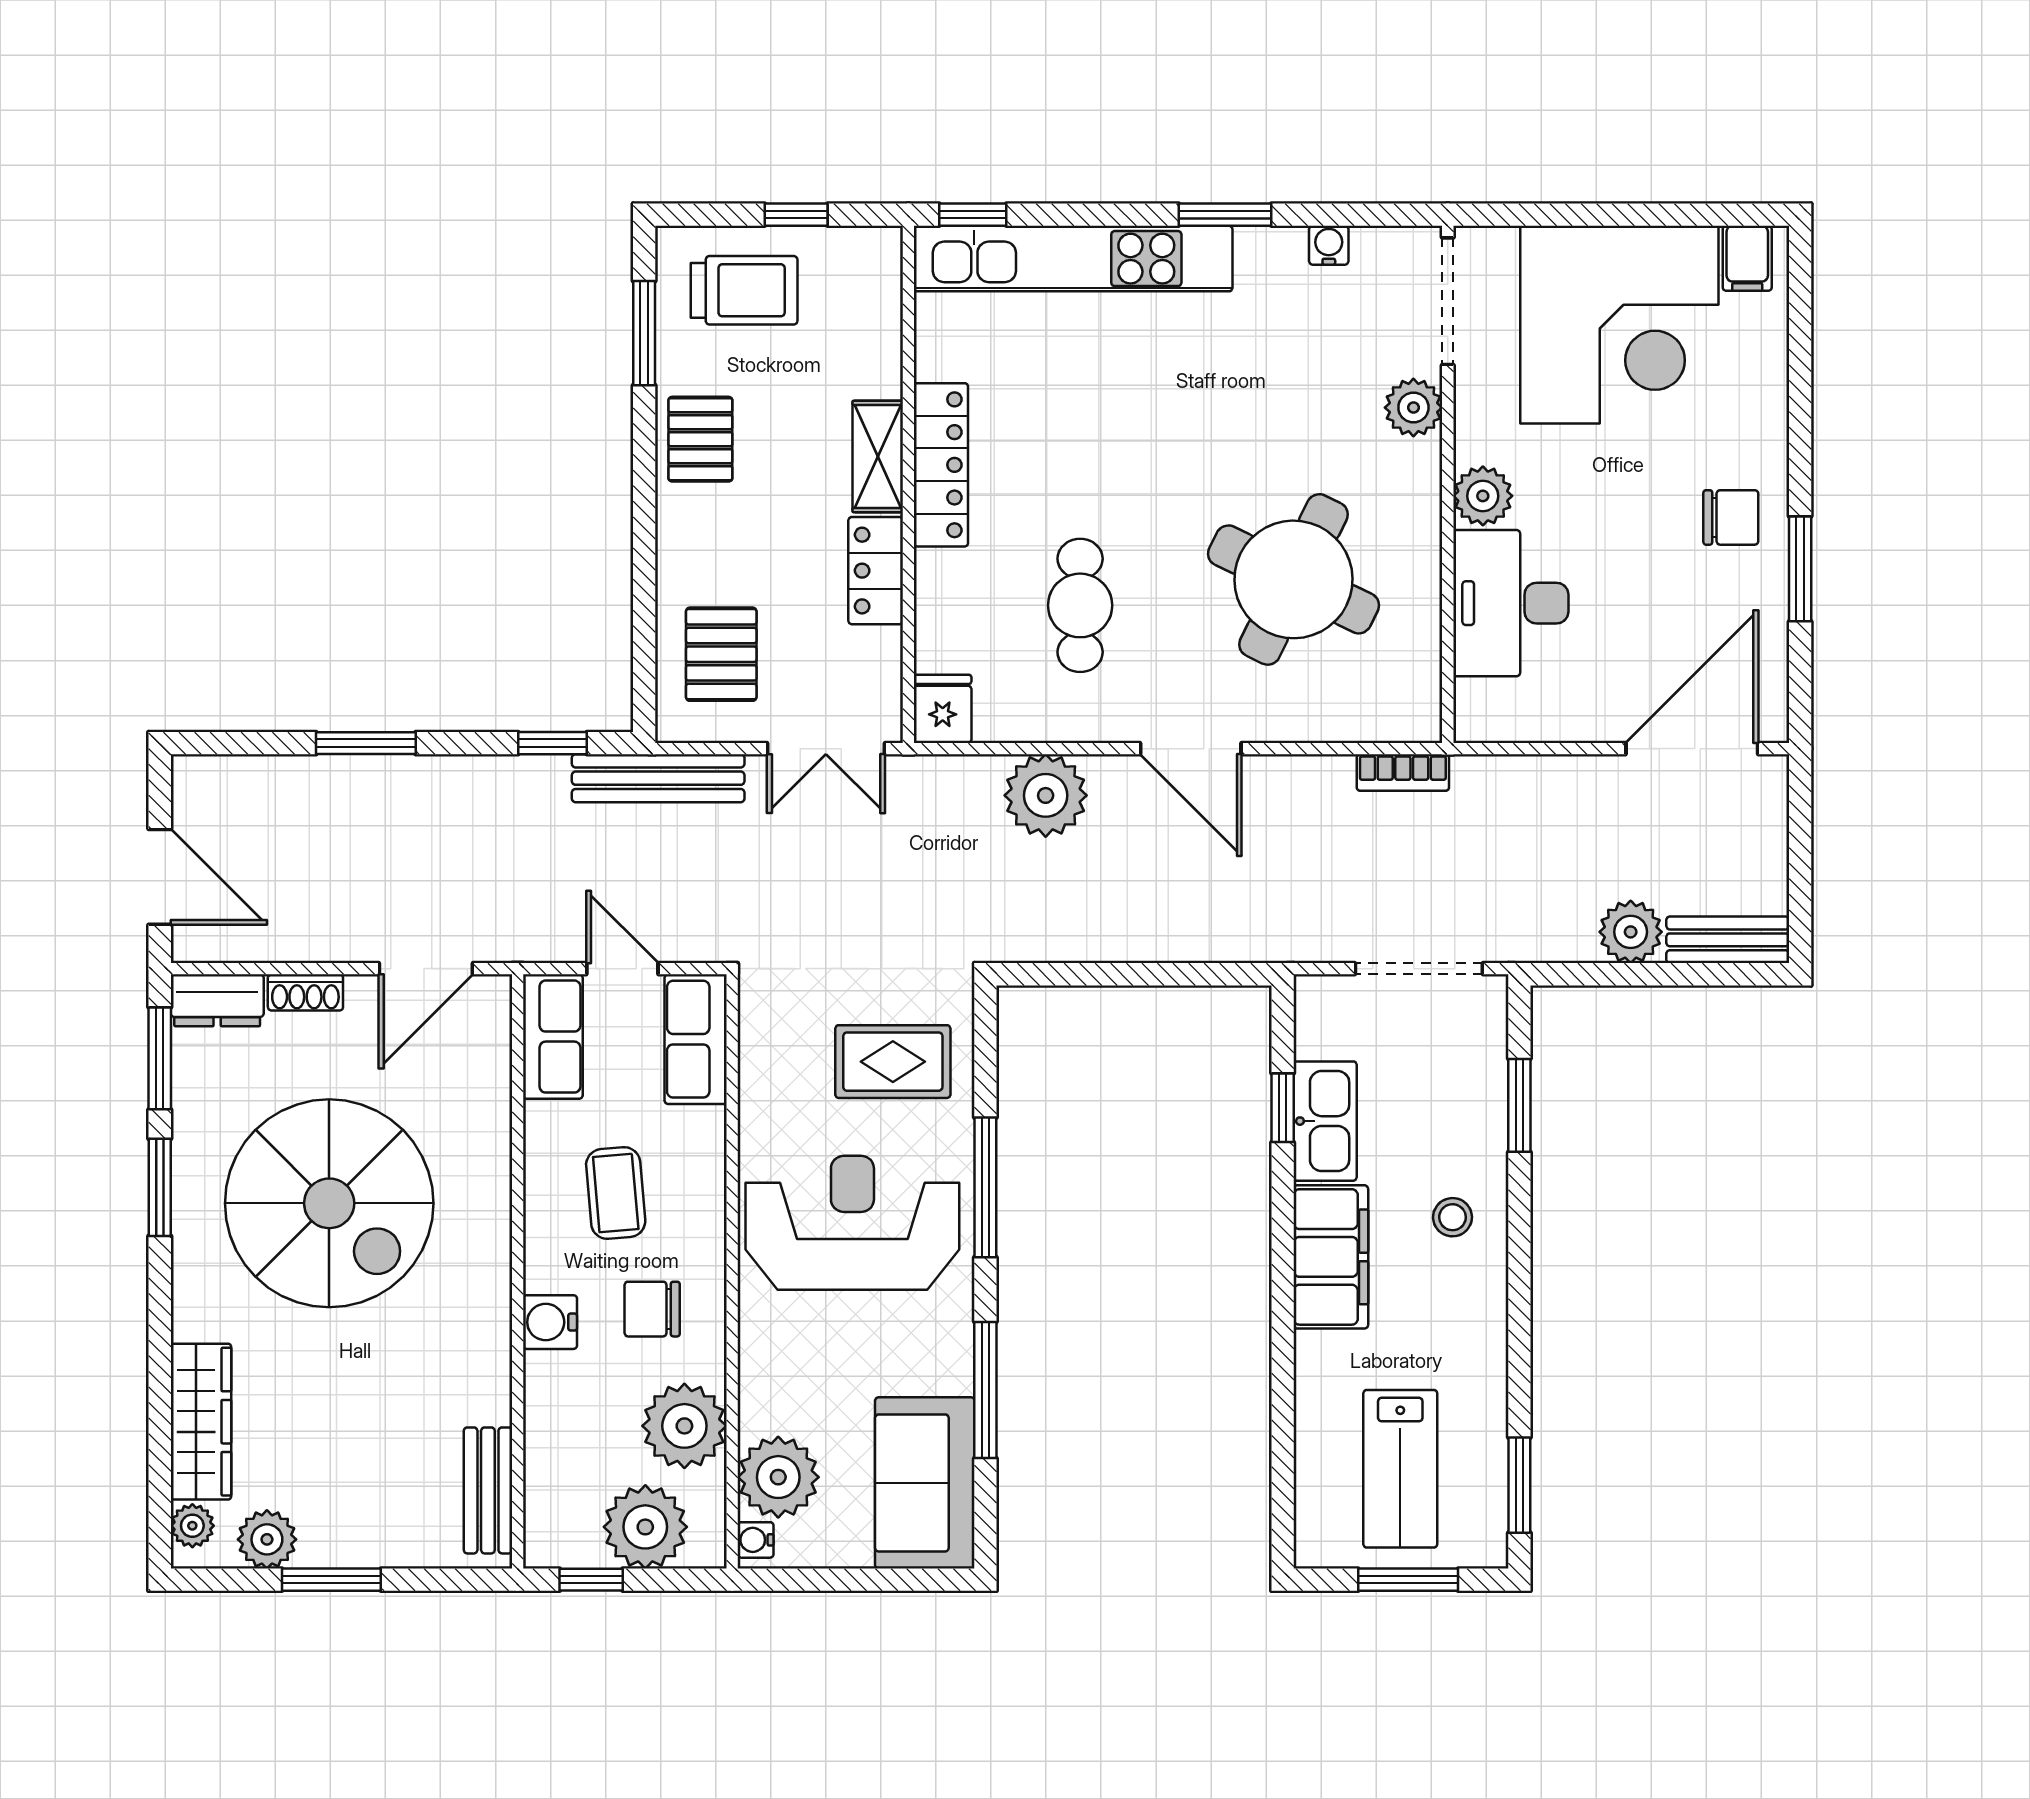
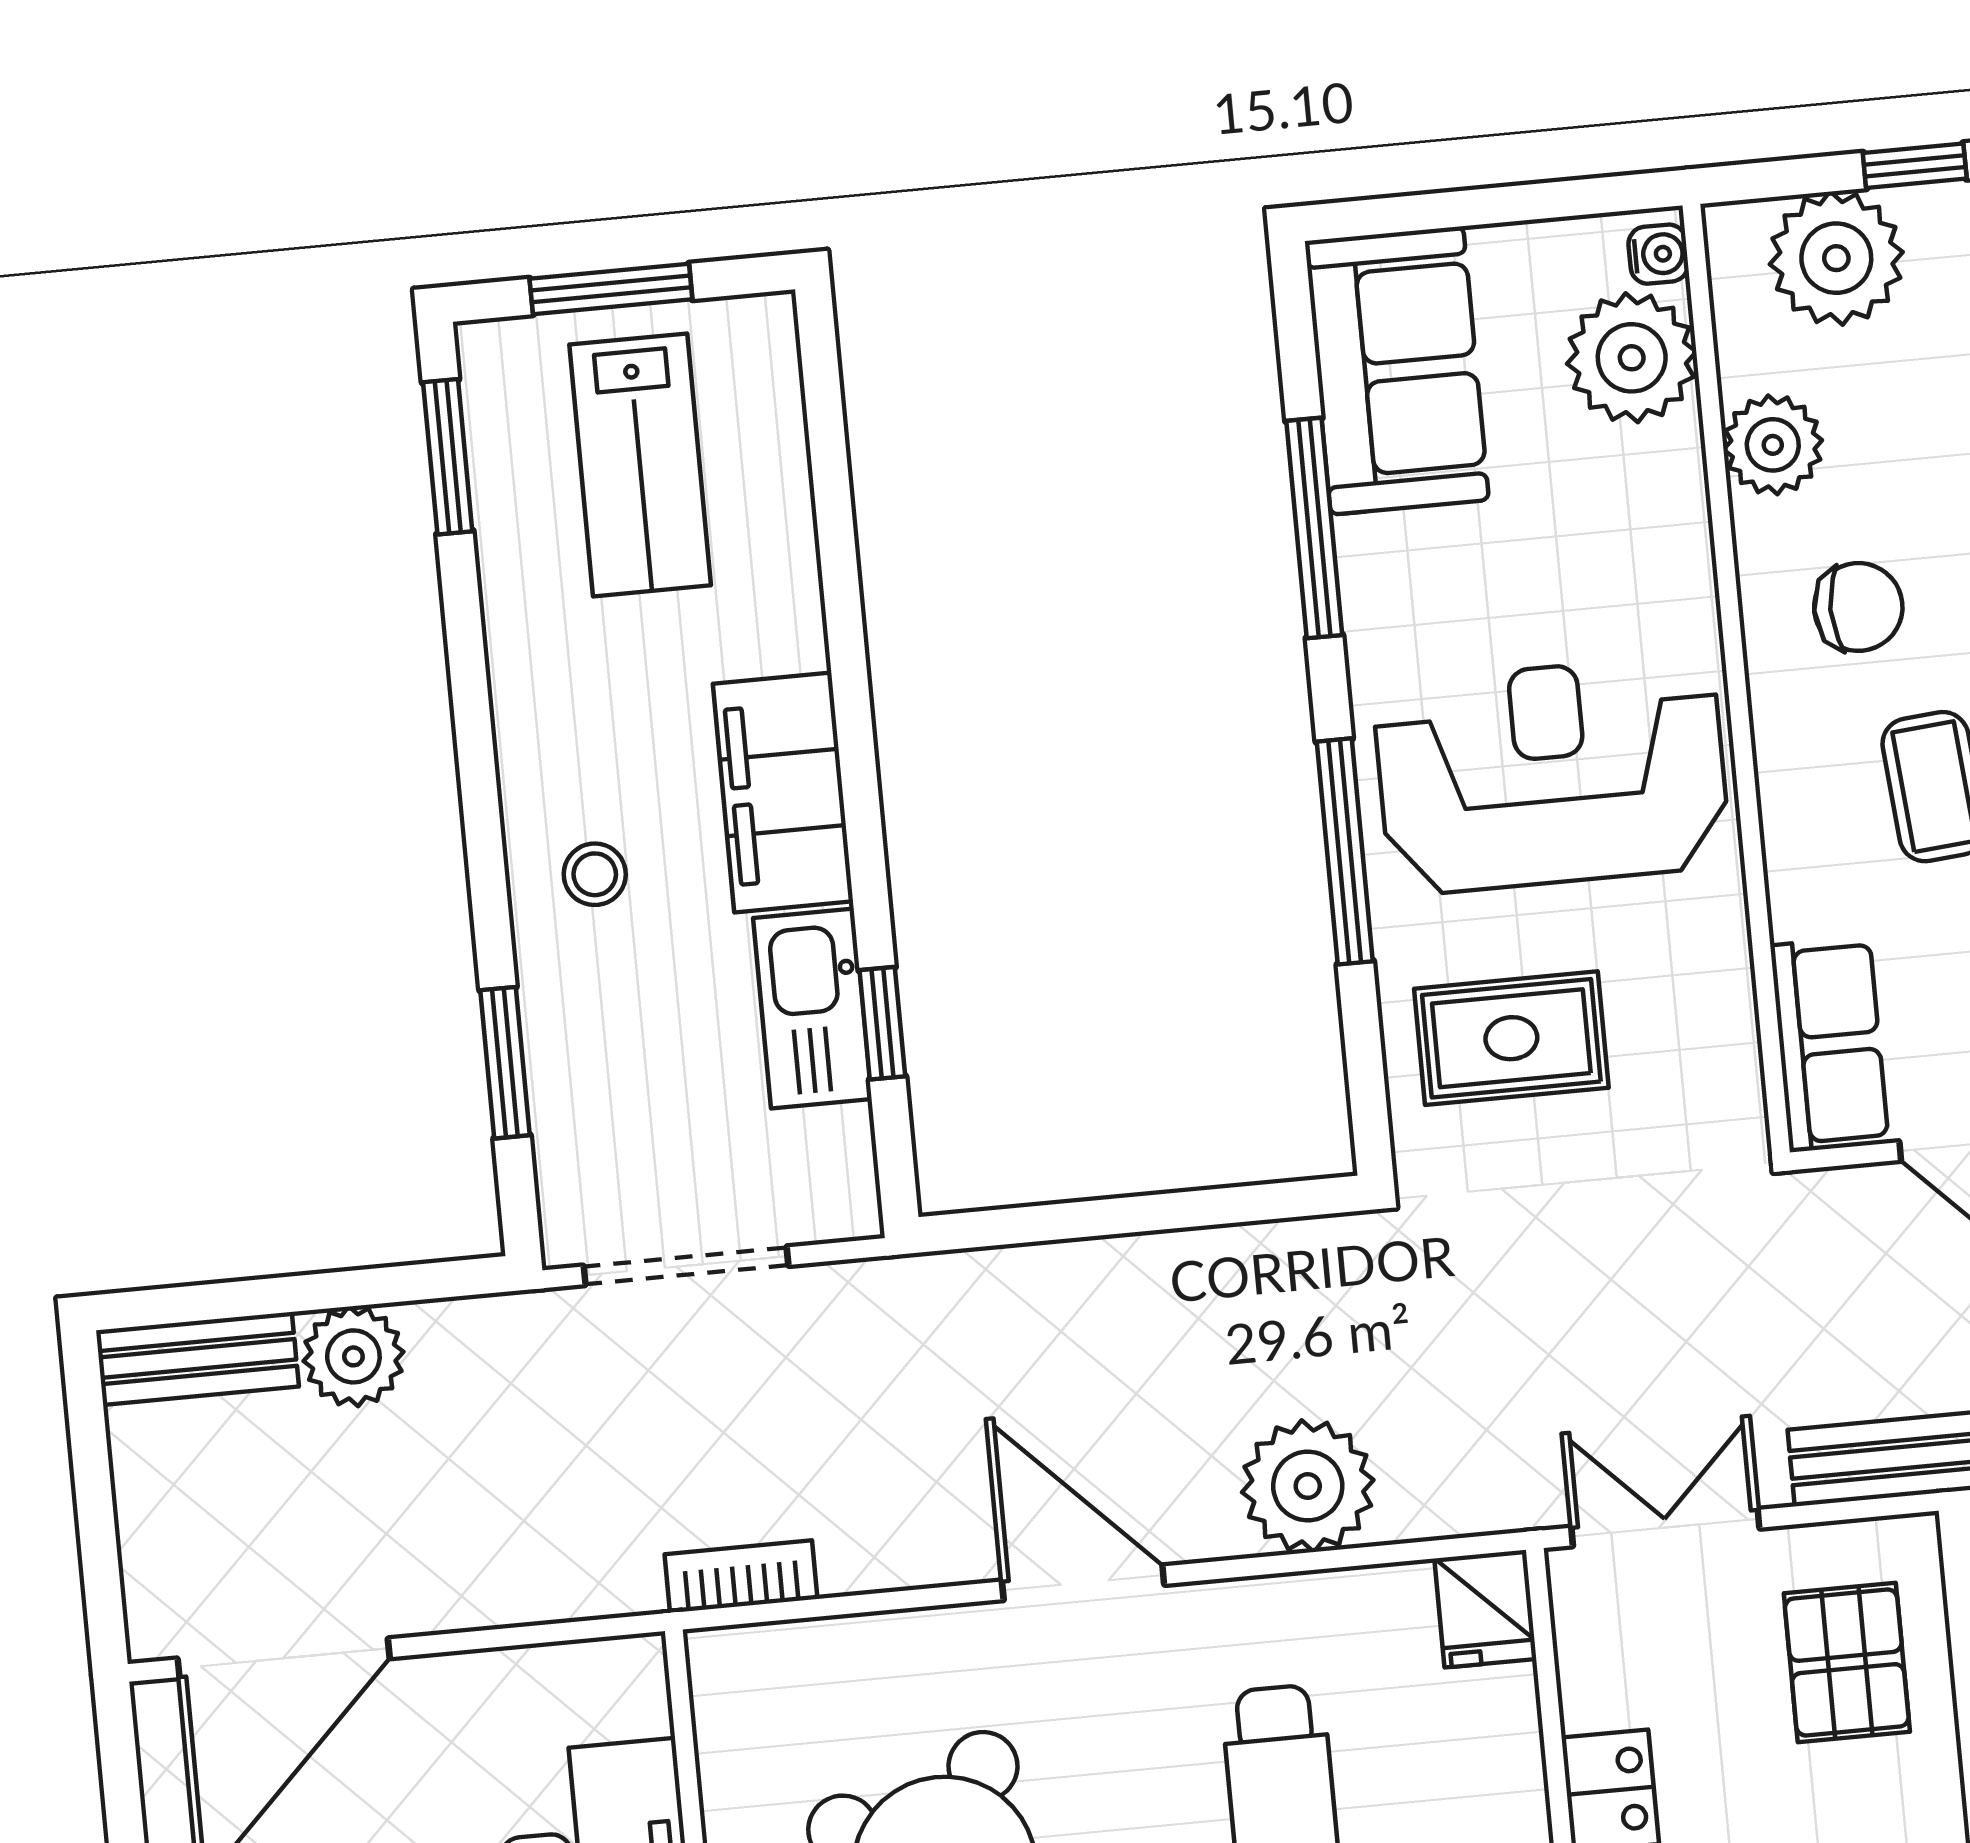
reception desk: (852, 1223) -> (1552, 775), turned 180
plant: (684, 1426) -> (1773, 445), width x0.73, depth x0.73
lab bench: (1400, 1469) -> (640, 465), turned 180

